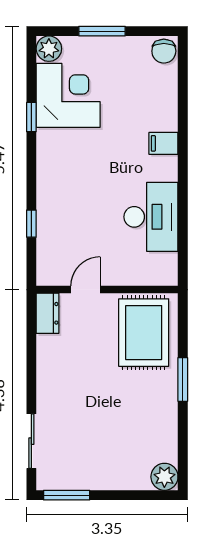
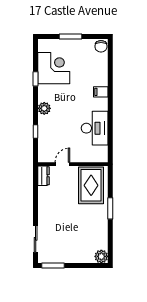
plant: (49, 49) -> (44, 108), moved

